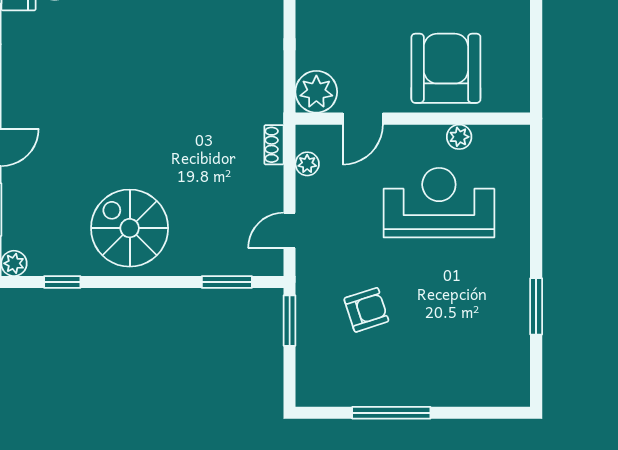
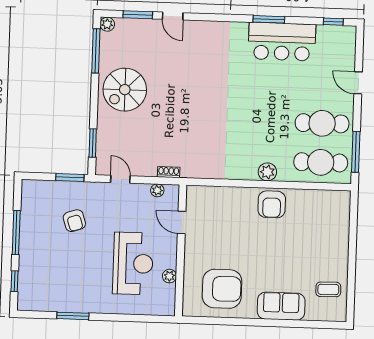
armchair: (446, 68) -> (222, 289), moved
plant: (316, 92) -> (197, 197), removed
spiral stairs: (130, 228) -> (125, 90), turned 180
window: (62, 282) -> (96, 51), width x2.17
window: (478, 413) -> (14, 281), added

